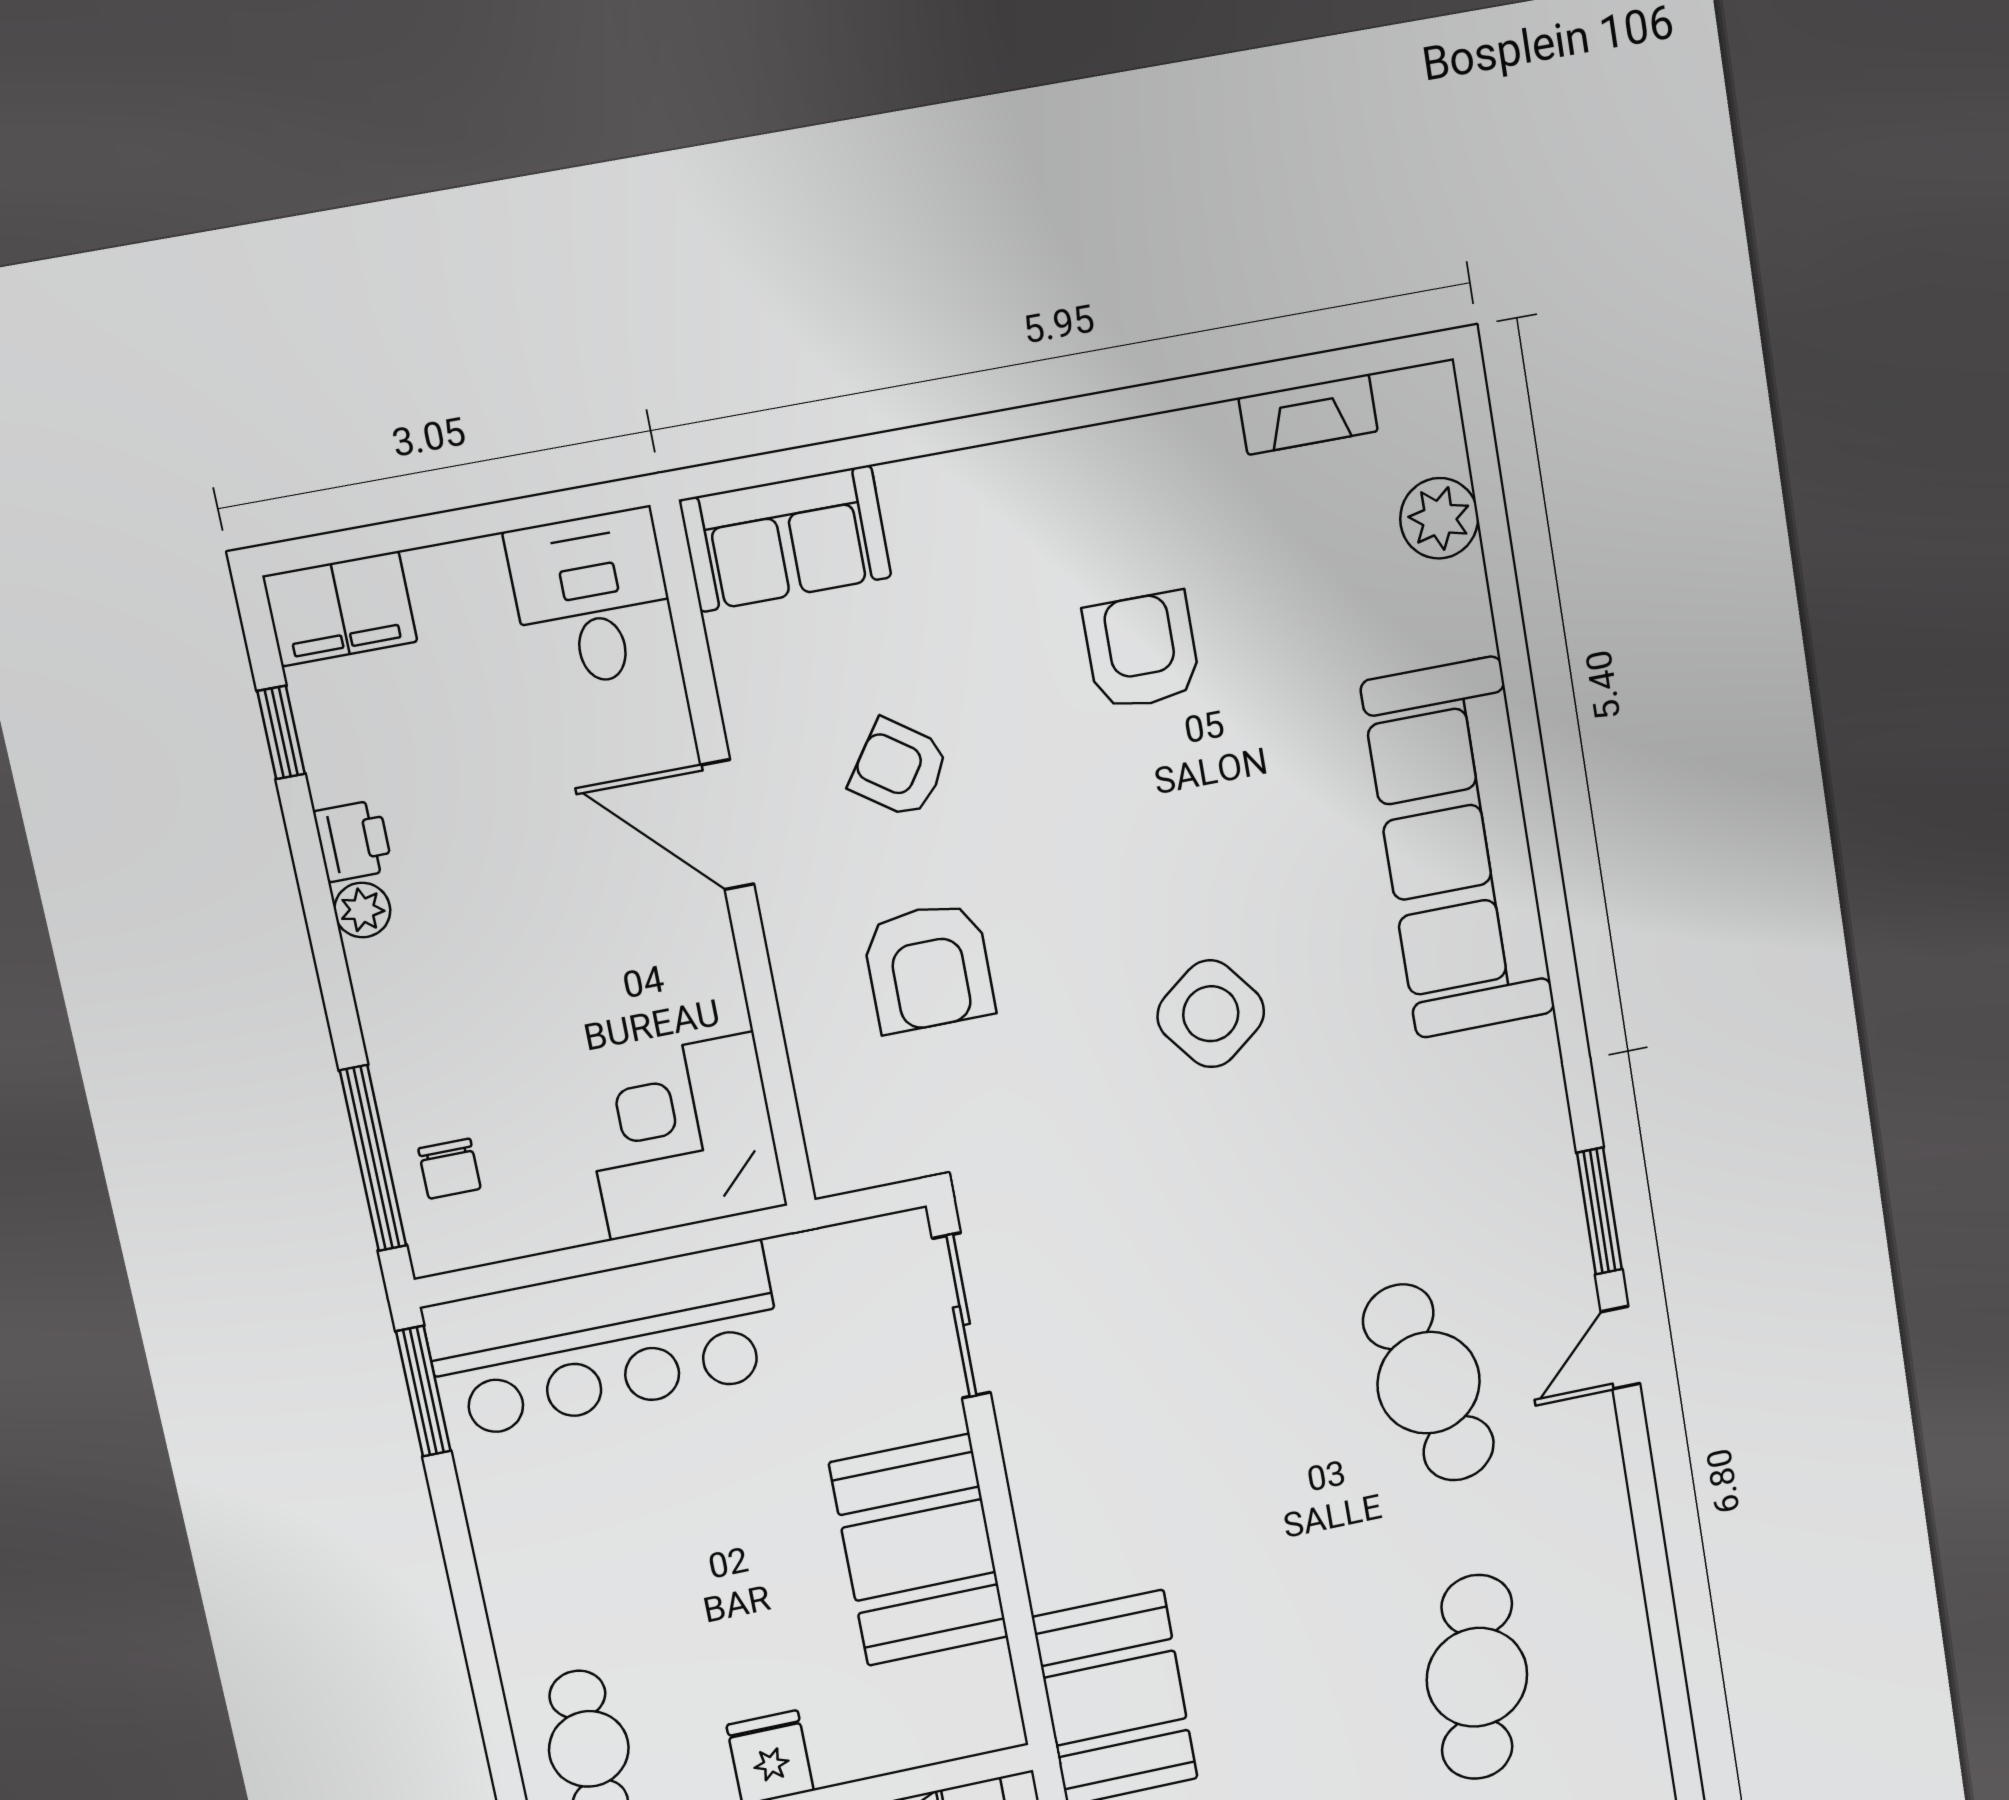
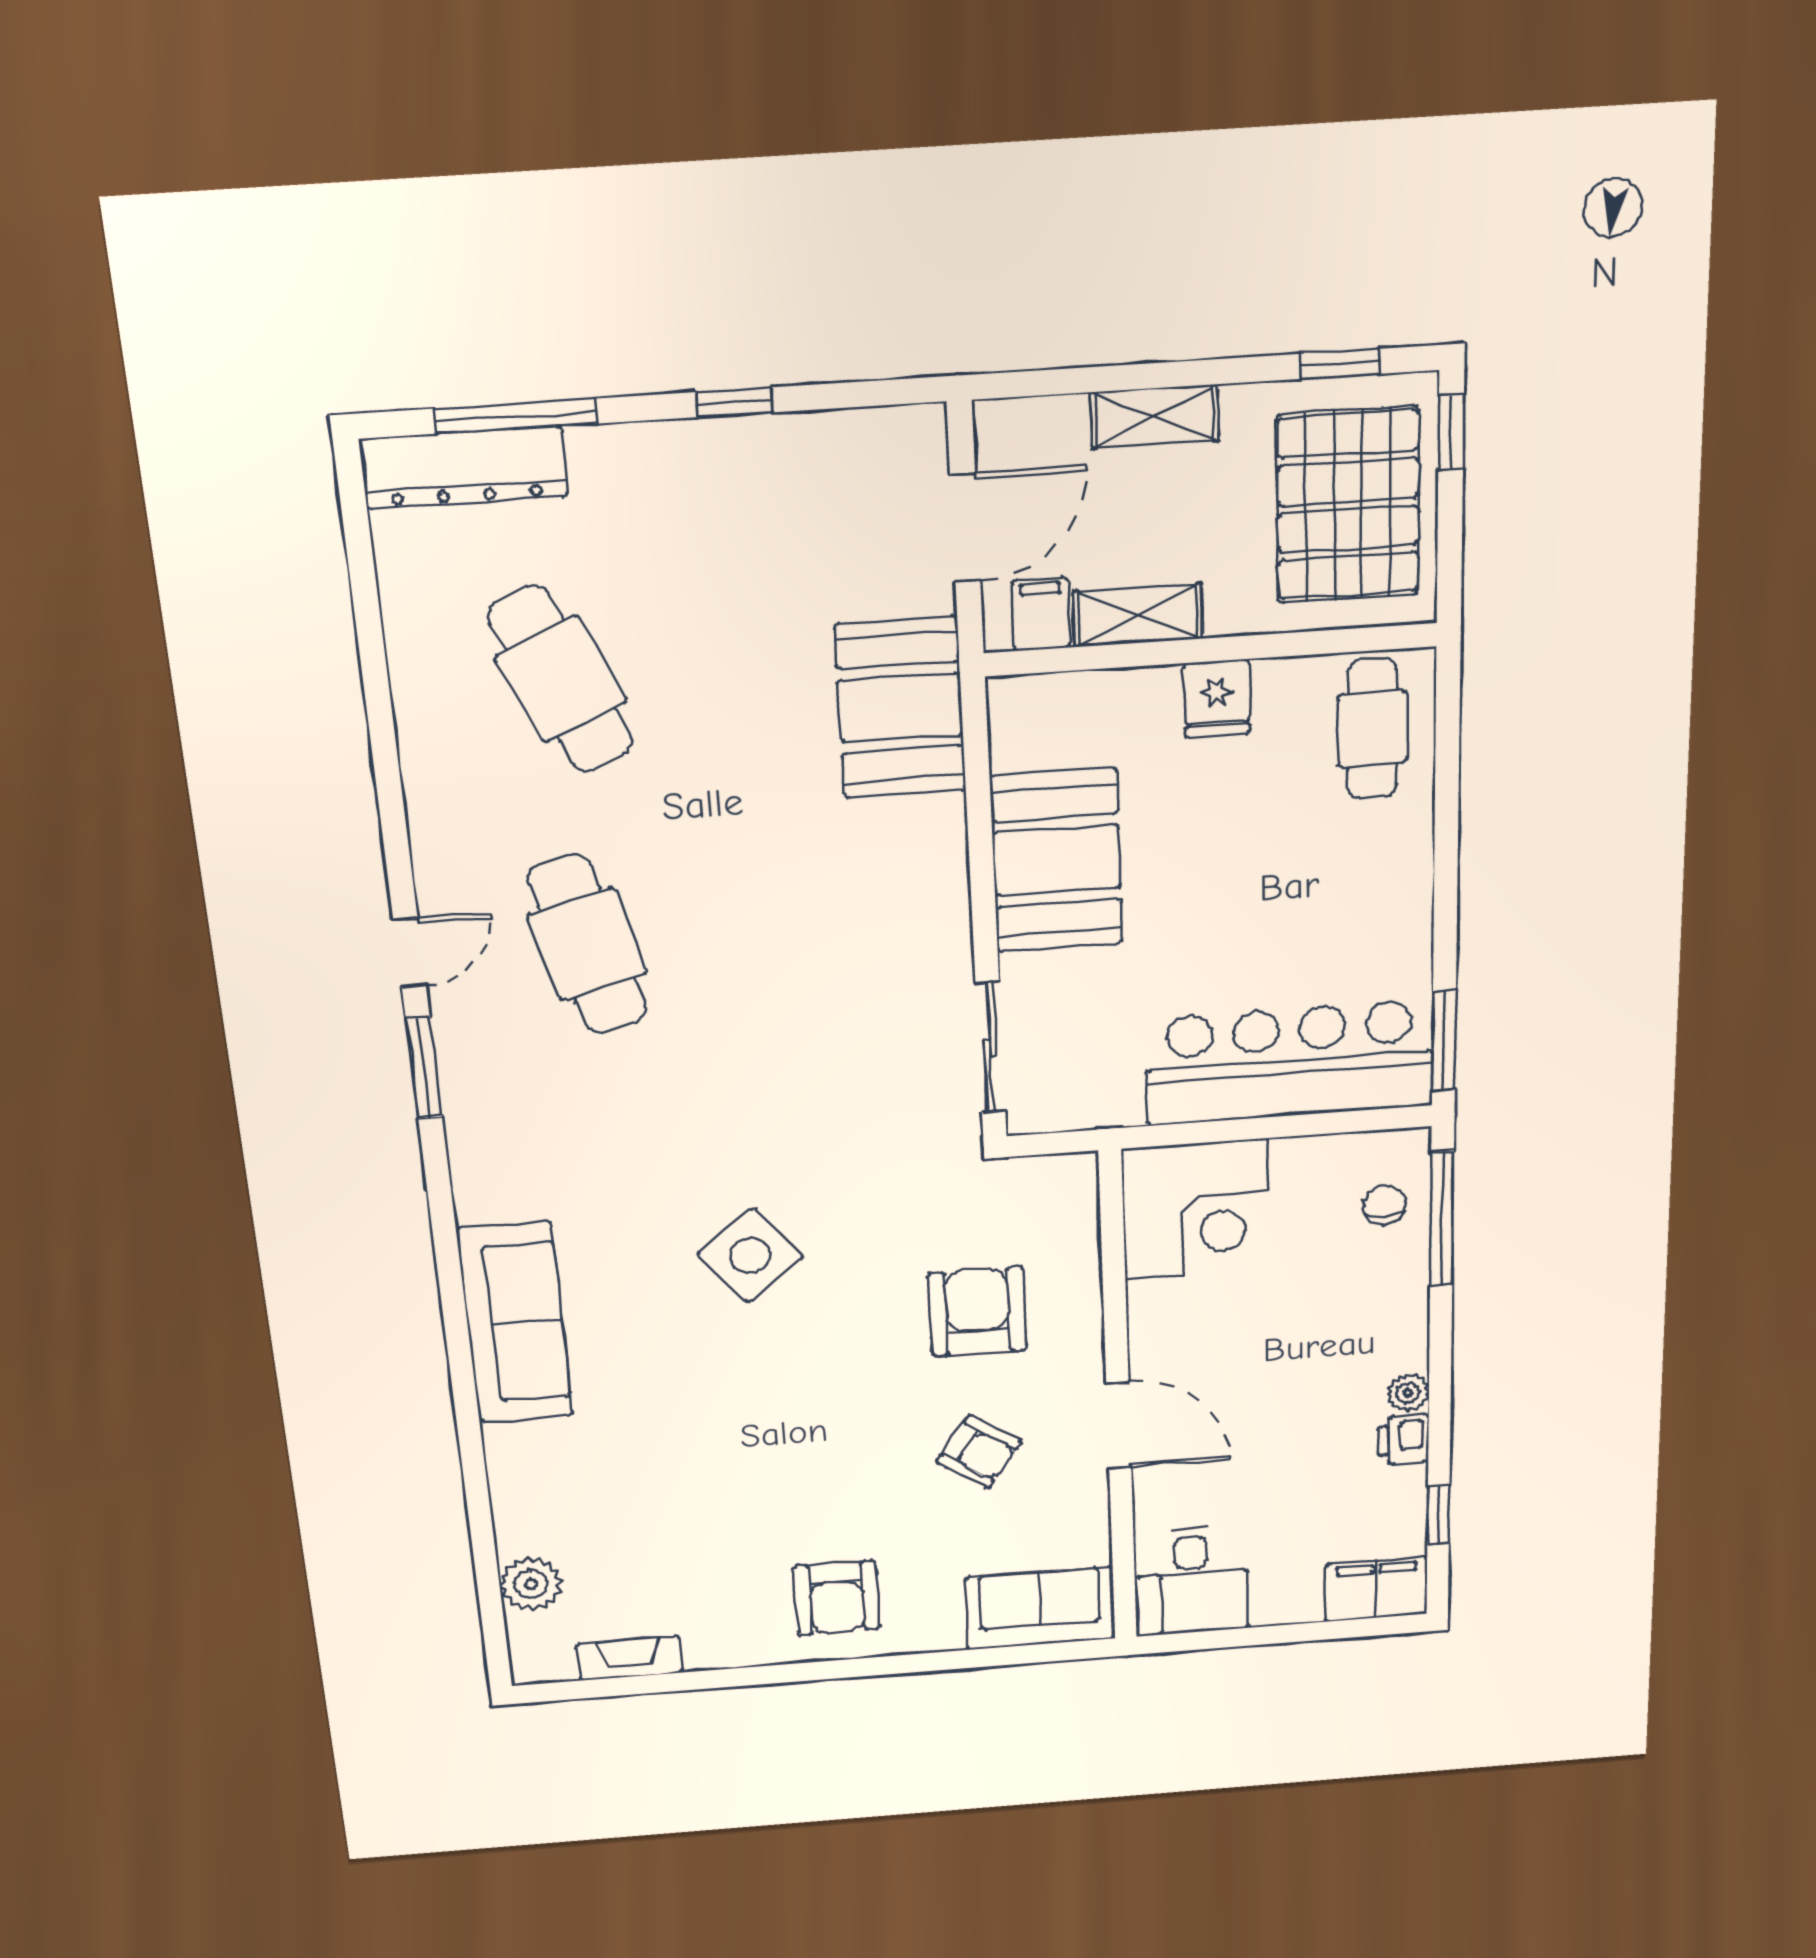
armchair: (1142, 651) -> (837, 1598), moved
sofa: (1458, 848) -> (515, 1323), width x0.74, depth x0.79
cafe table: (1477, 1677) -> (561, 679), turned -33

